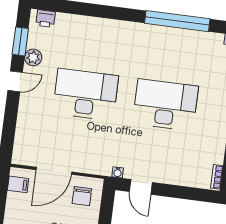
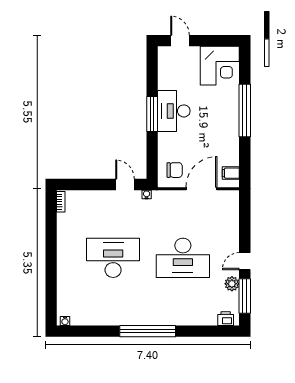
window: (177, 21) -> (148, 331), moved
window: (20, 41) -> (245, 296), width x1.44
desk: (165, 105) -> (113, 258), turned 180
chair: (82, 196) -> (175, 170), turned 90

